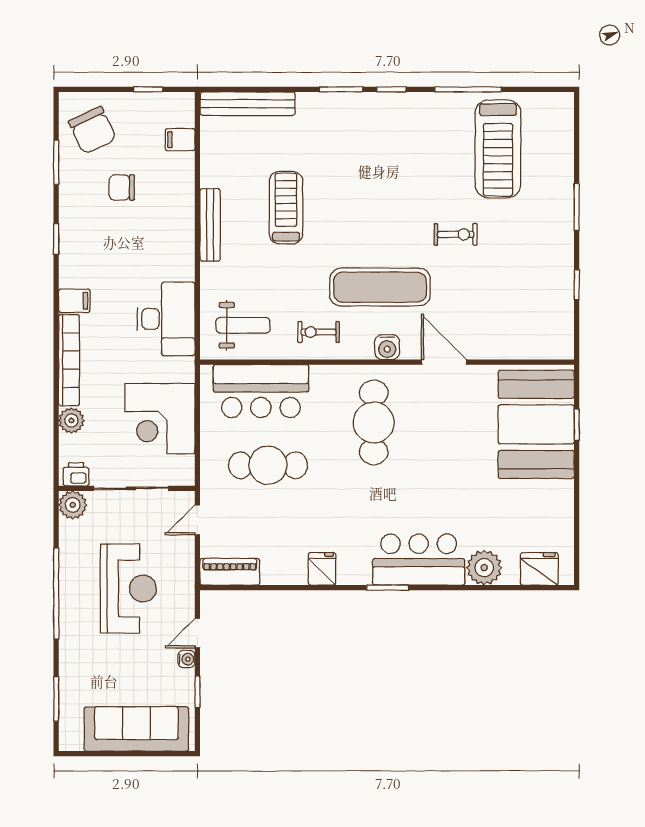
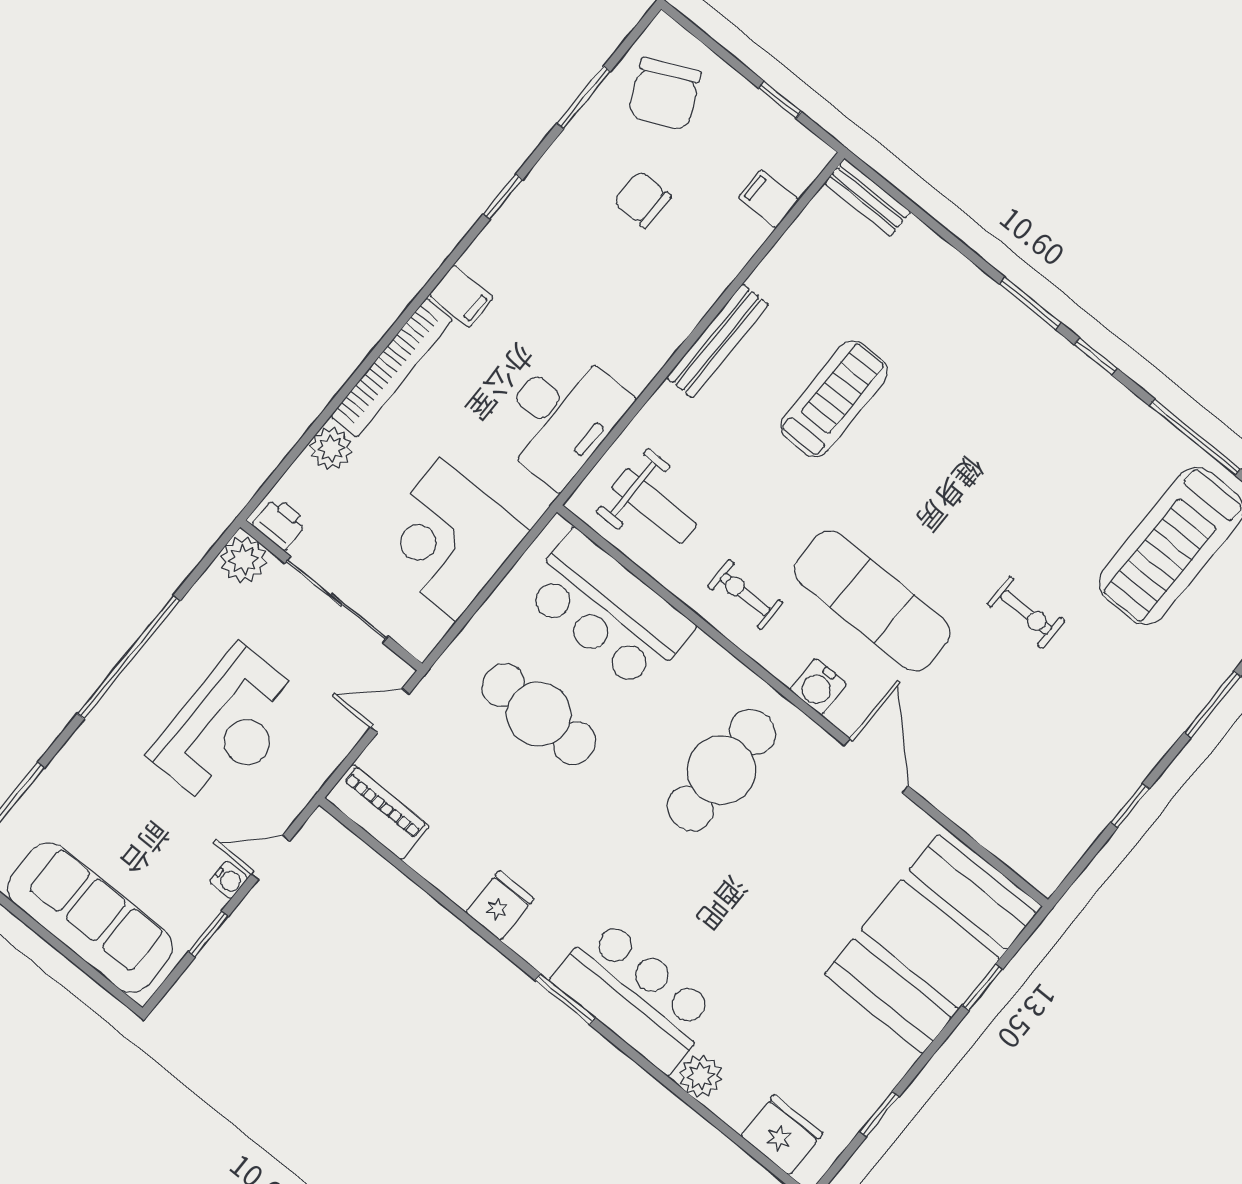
bench: (248, 104) -> (868, 197), width x0.54, depth x0.82
window: (577, 522) -> (879, 1114), added
plant: (484, 568) -> (701, 1076), width x0.73, depth x0.73

